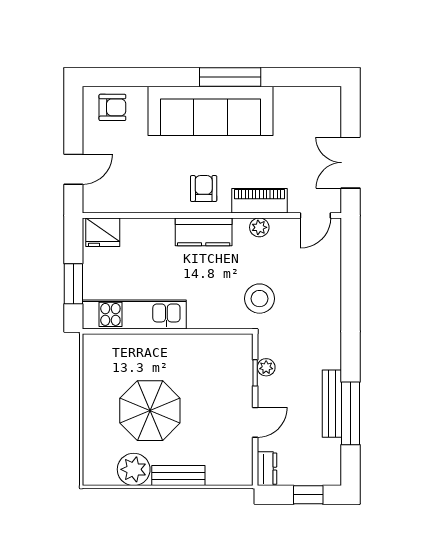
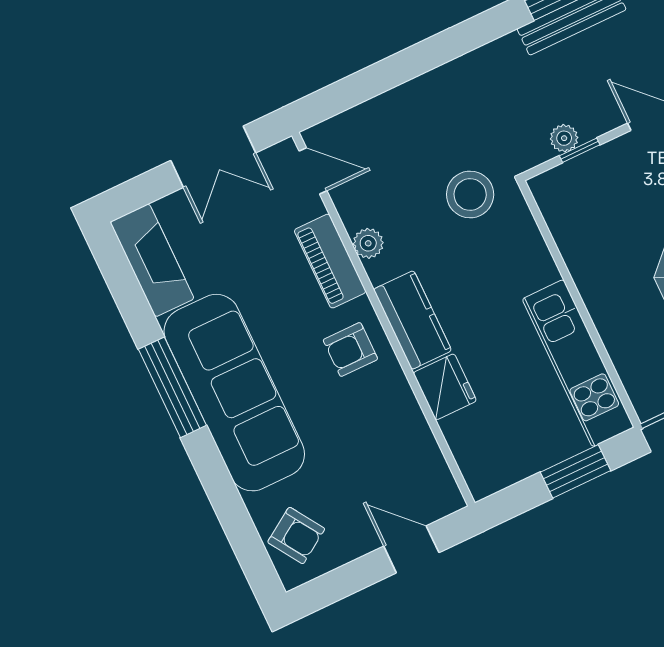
fireplace: (308, 100) -> (152, 260), added
armchair: (112, 107) -> (296, 535), turned 147
fridge: (103, 232) -> (445, 387), moved

